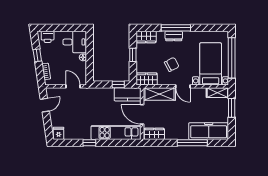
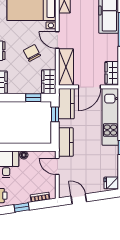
window: (133, 55) -> (33, 98), moved
door: (73, 86) -> (57, 166), hinge flipped
door: (183, 86) -> (57, 40), swing flipped
kitchen counter: (94, 94) -> (66, 142), added

